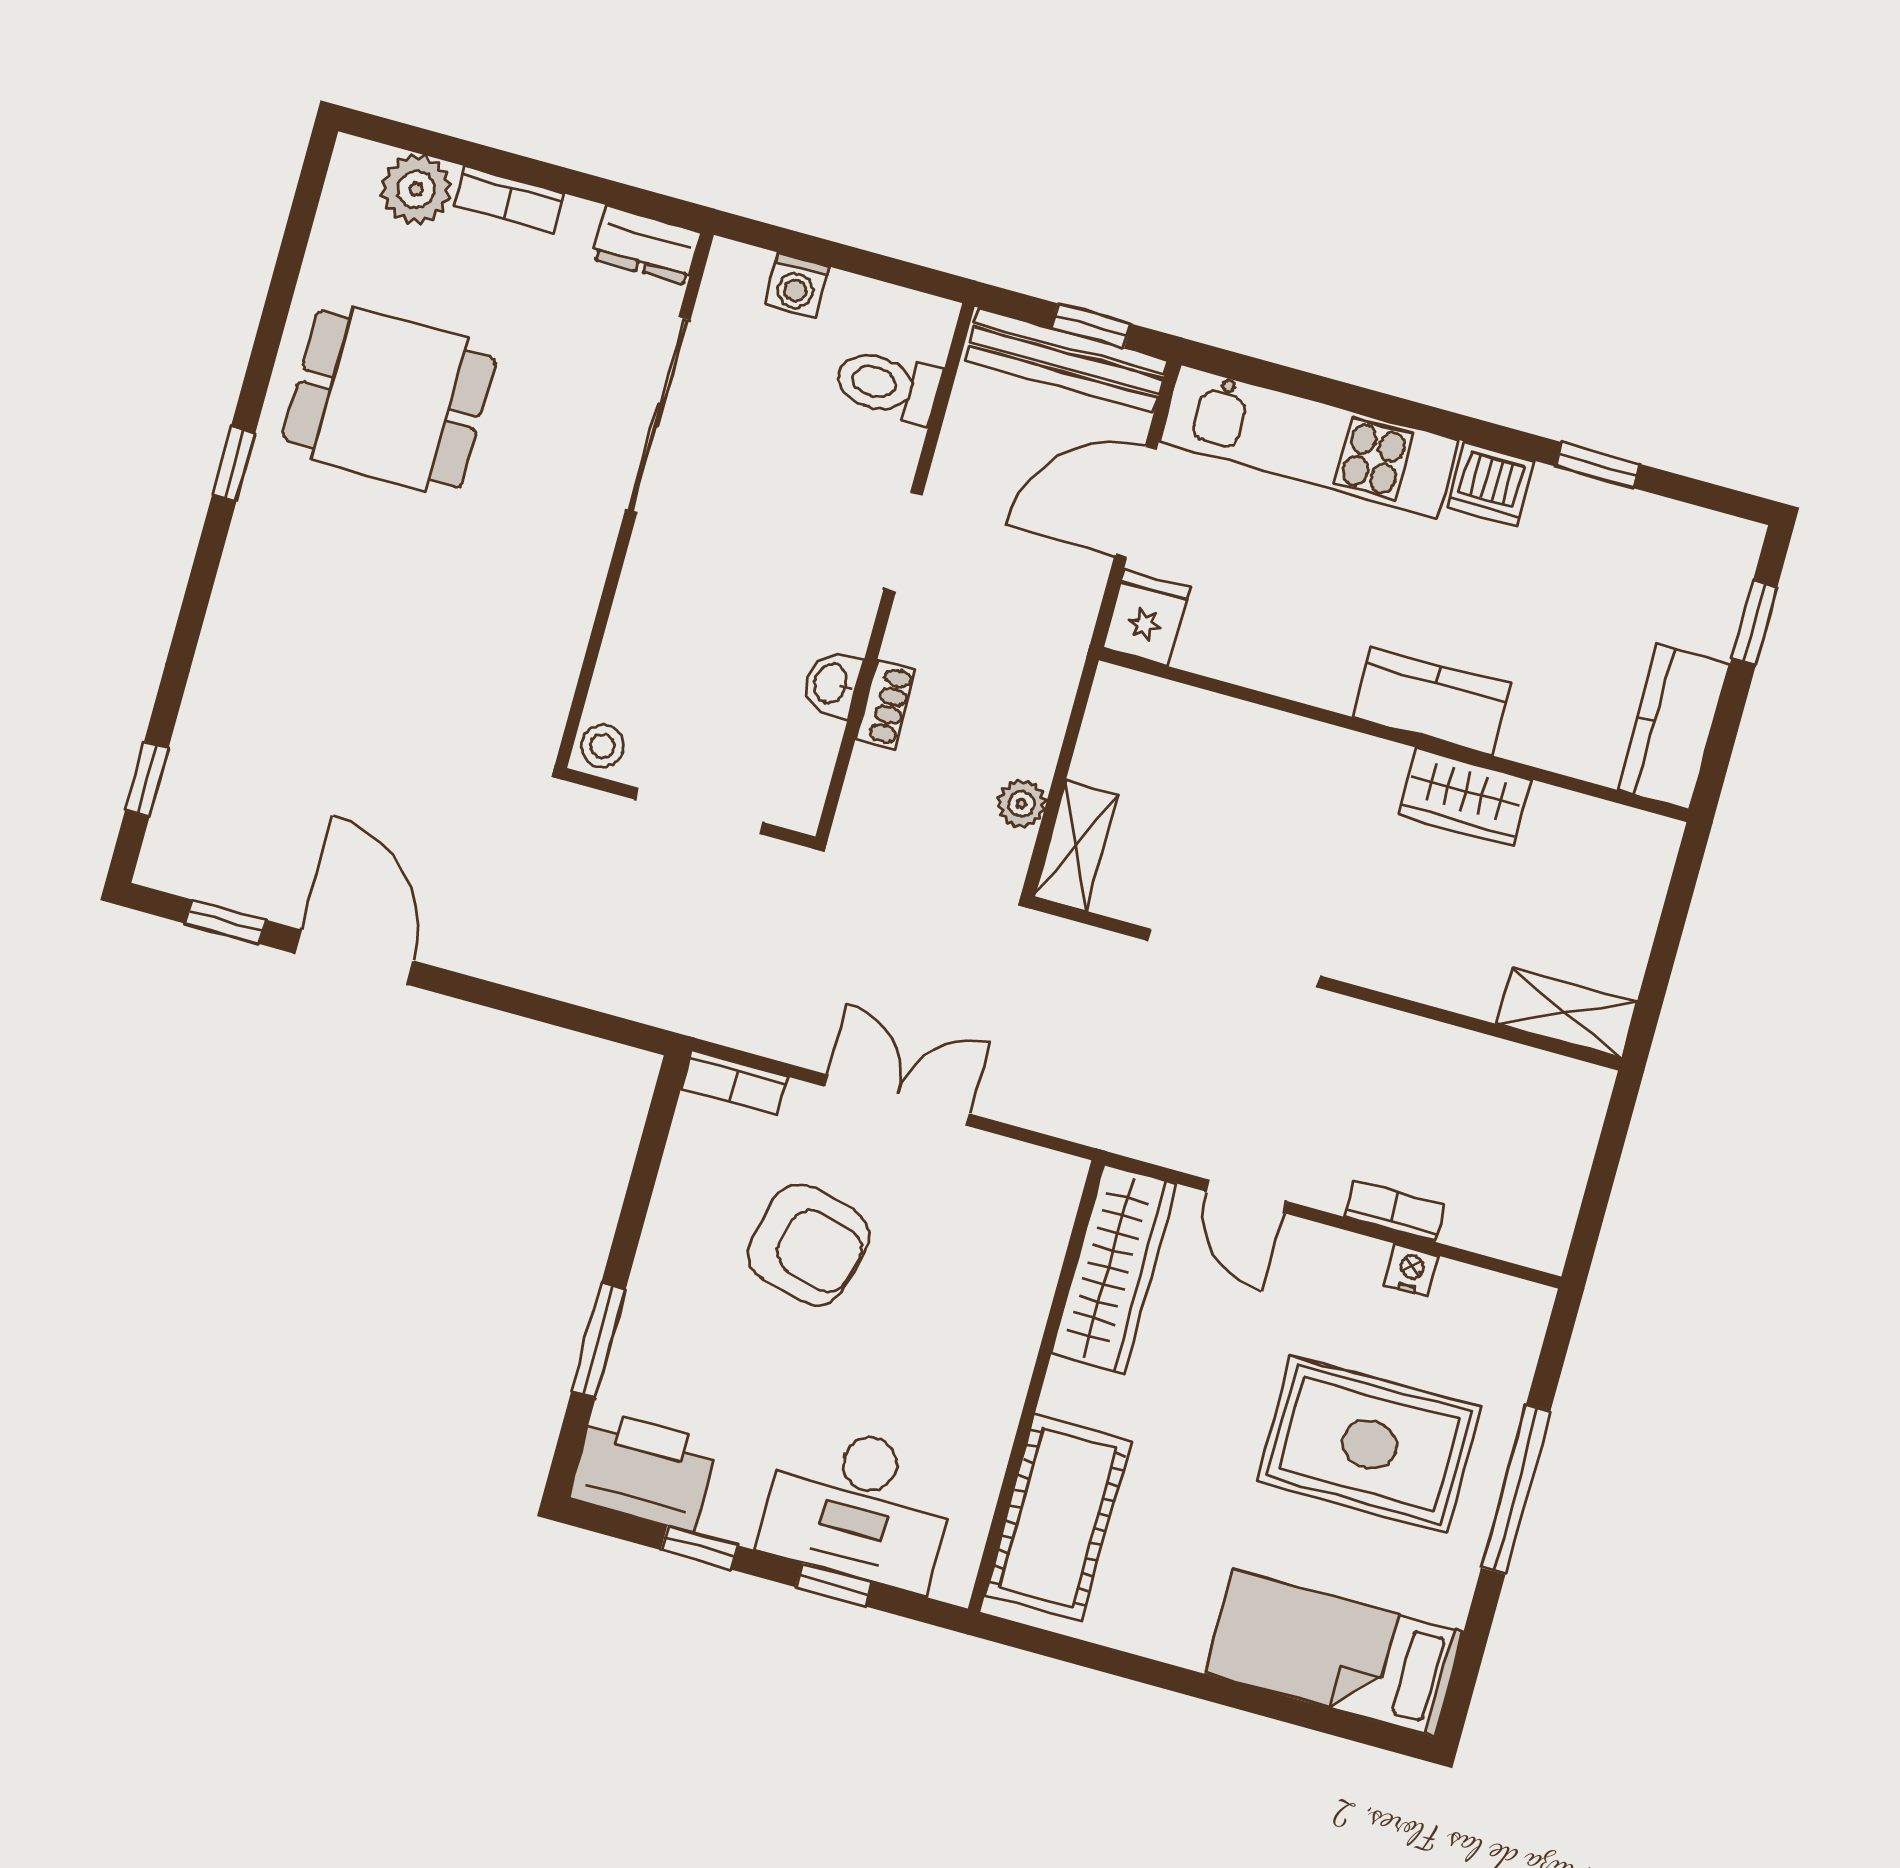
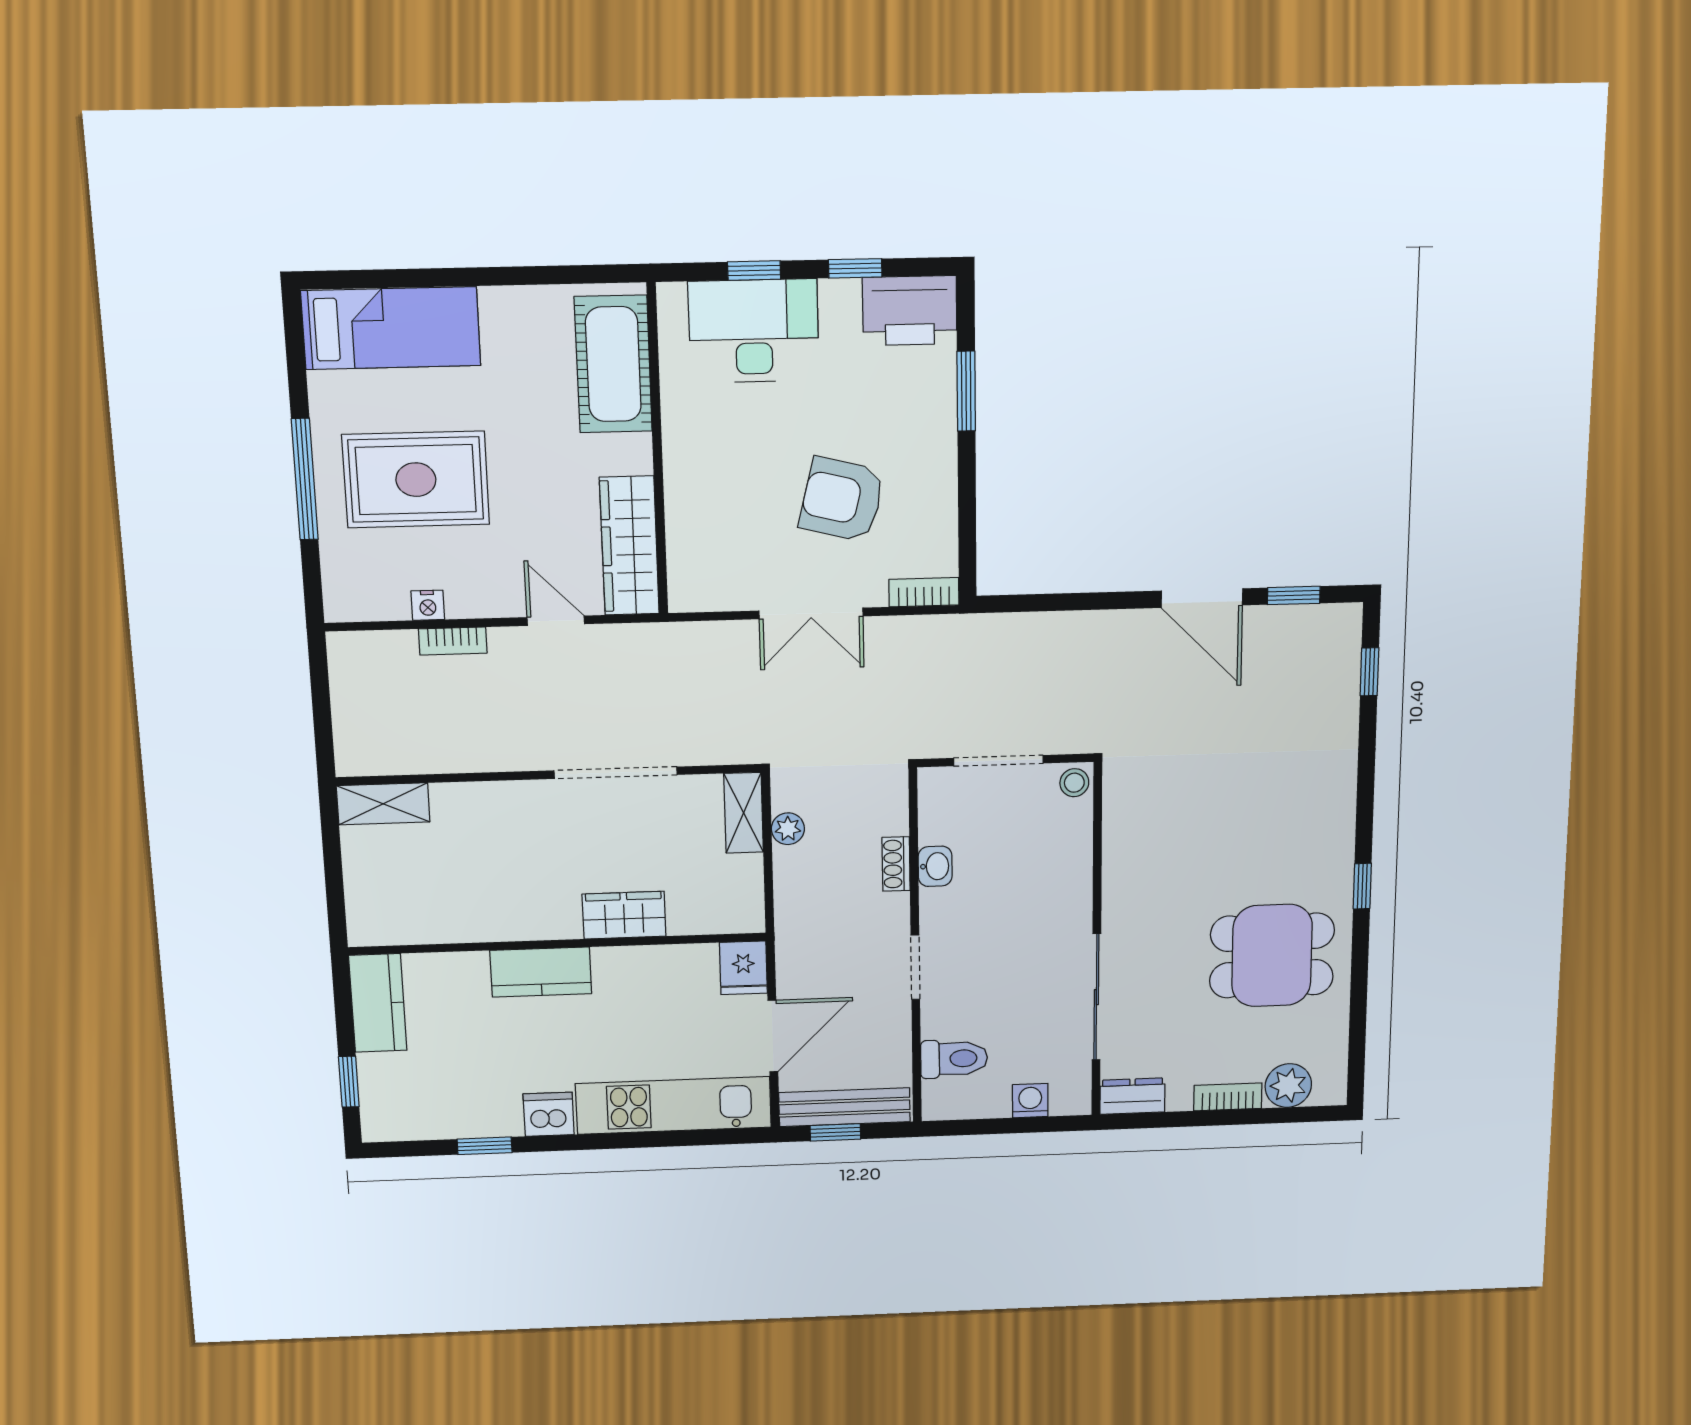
wardrobe: (1464, 797) -> (624, 915), moved

